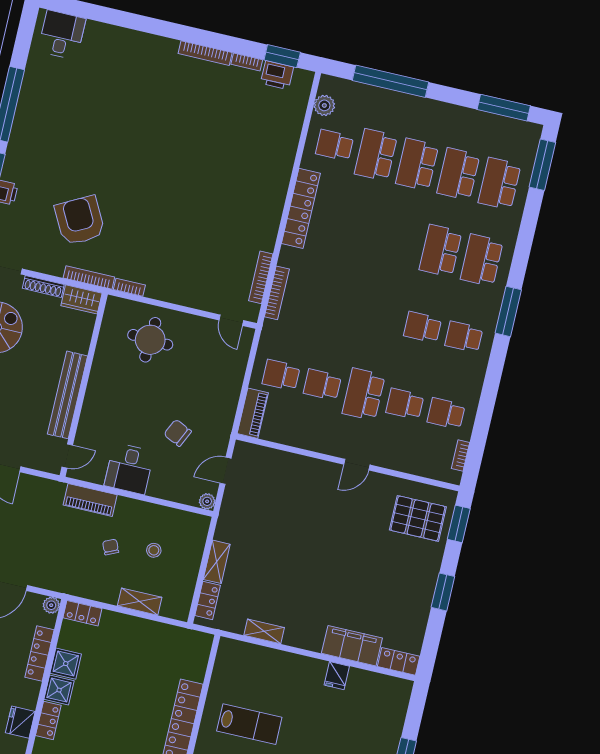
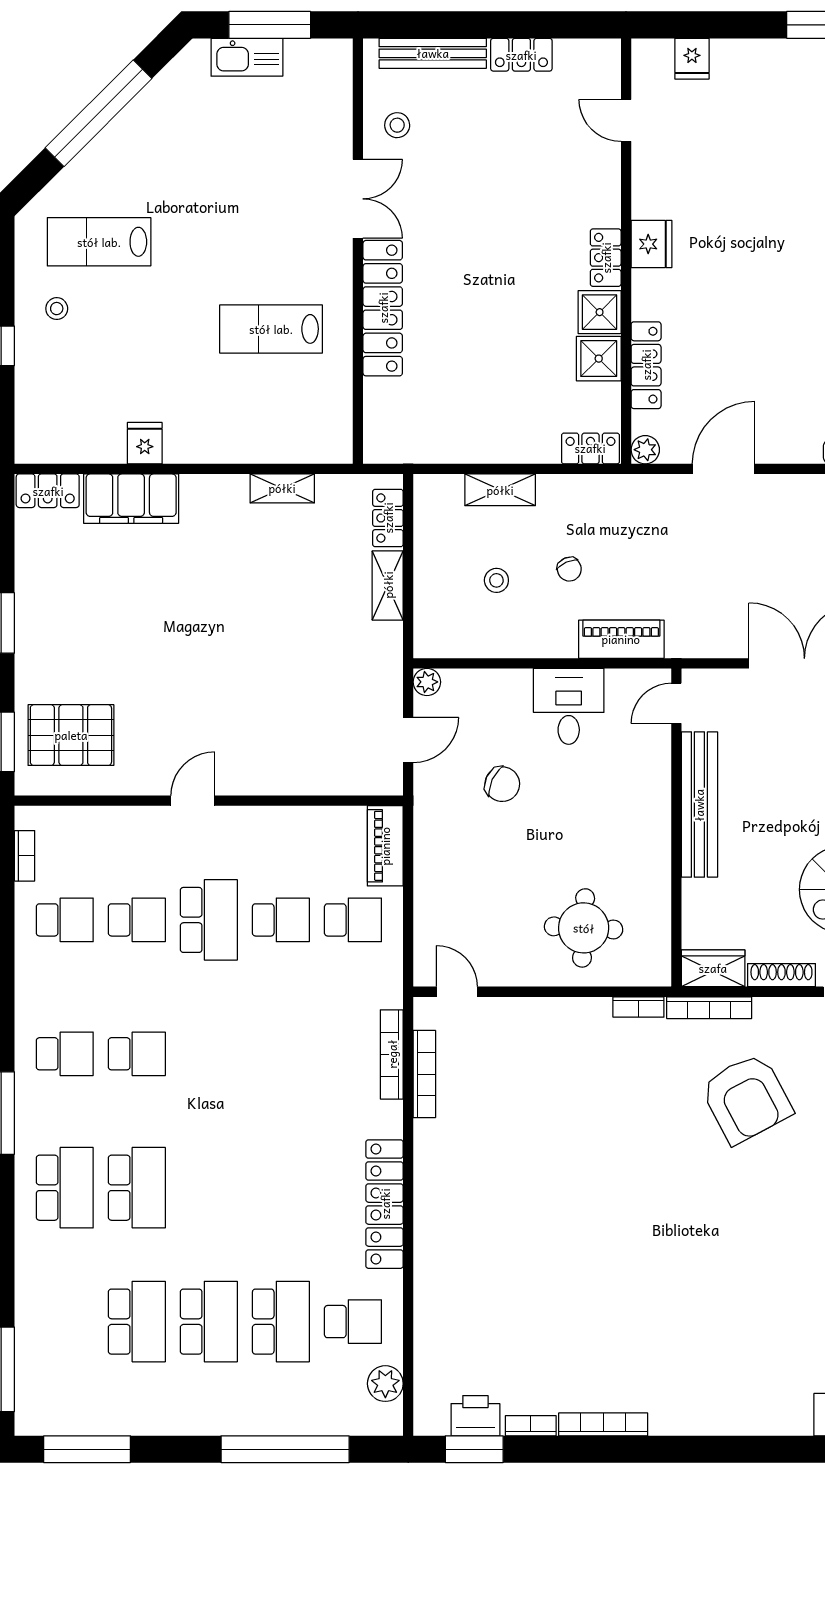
school desk: (500, 184) -> (65, 1322), removed

